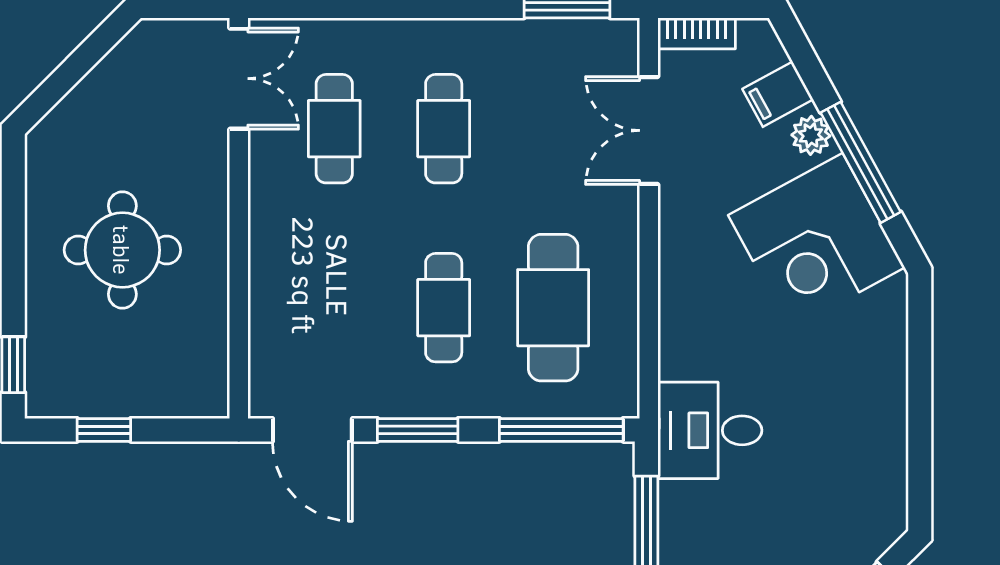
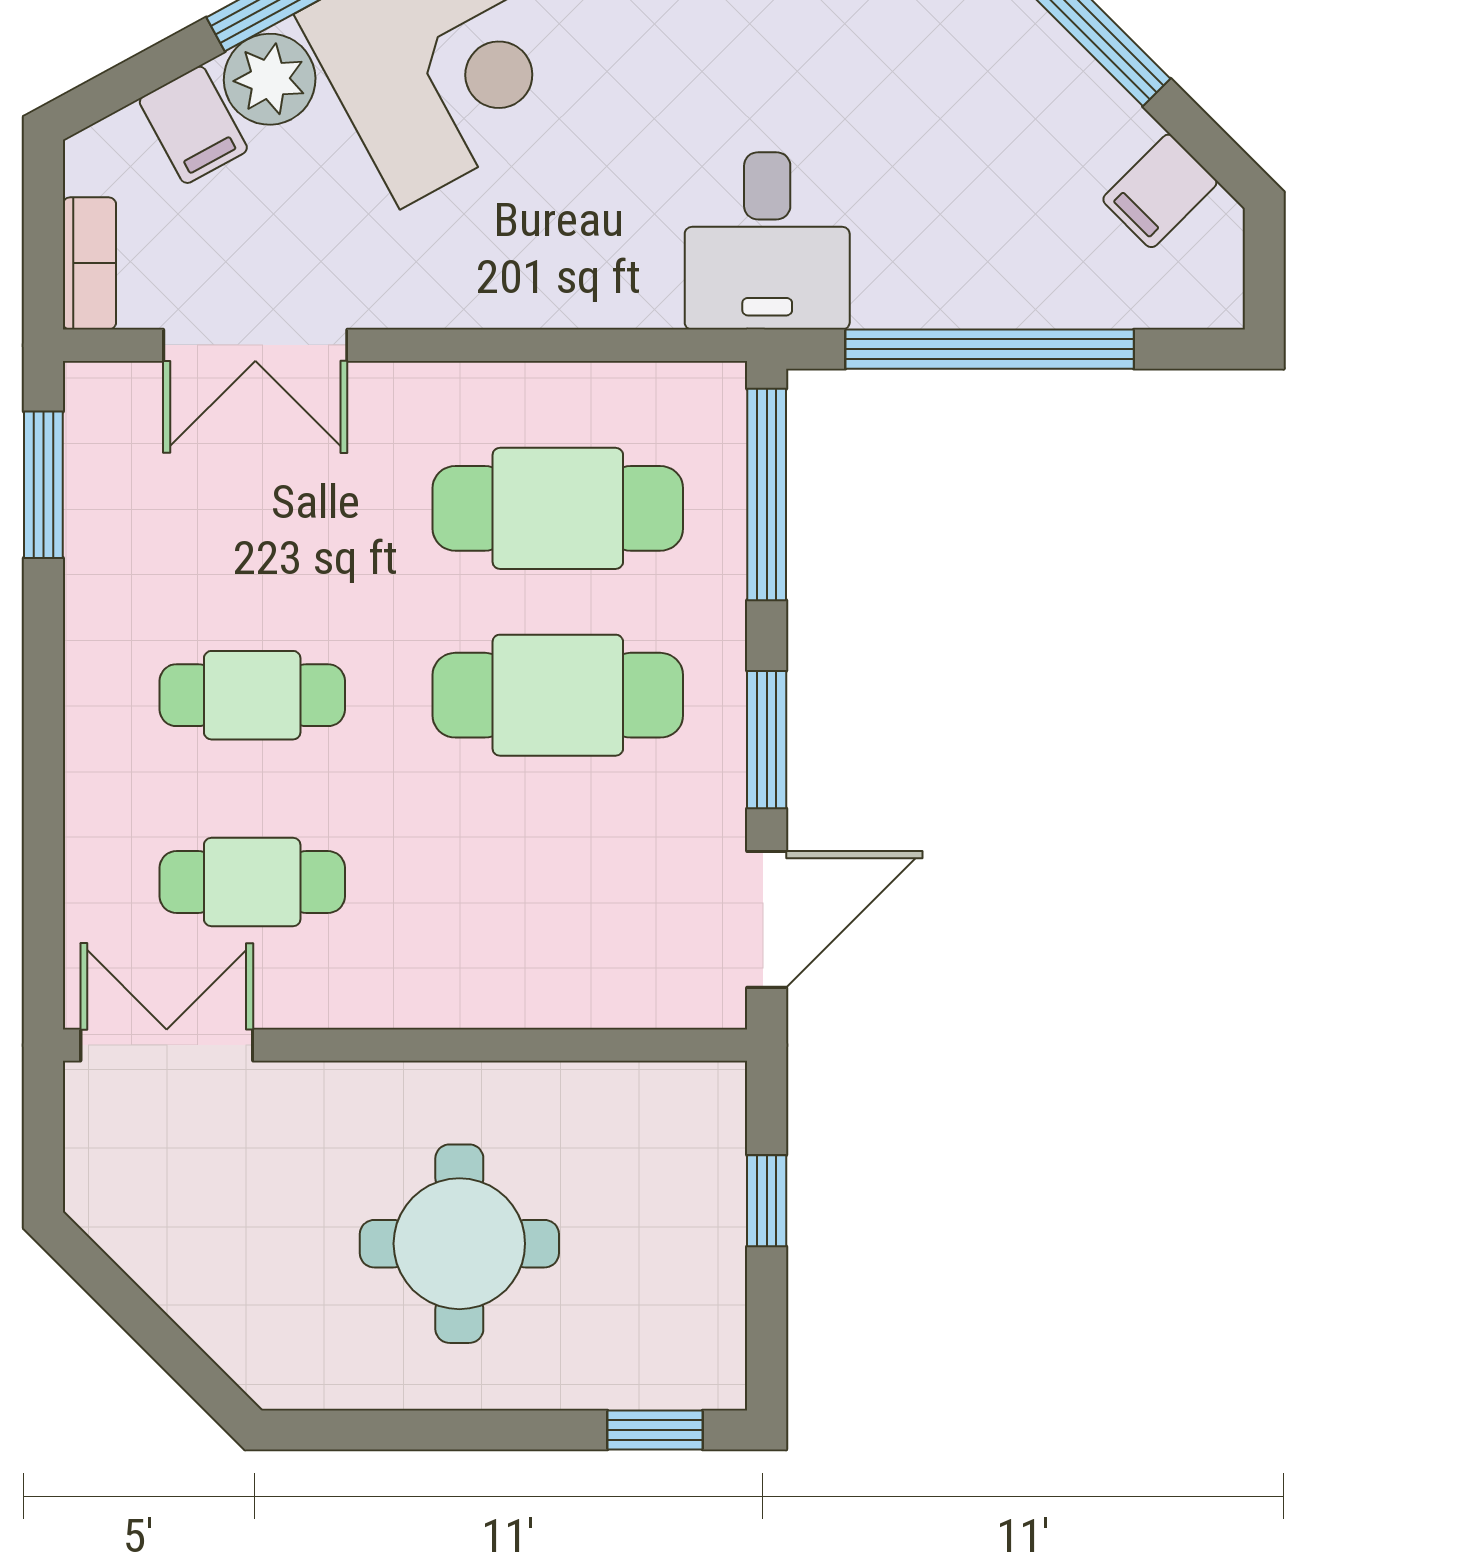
plant: (811, 135) -> (270, 79), width x1.38, depth x1.38
cafe table: (444, 308) -> (558, 695), width x1.37, depth x1.35
window: (104, 430) -> (767, 1201), moved

